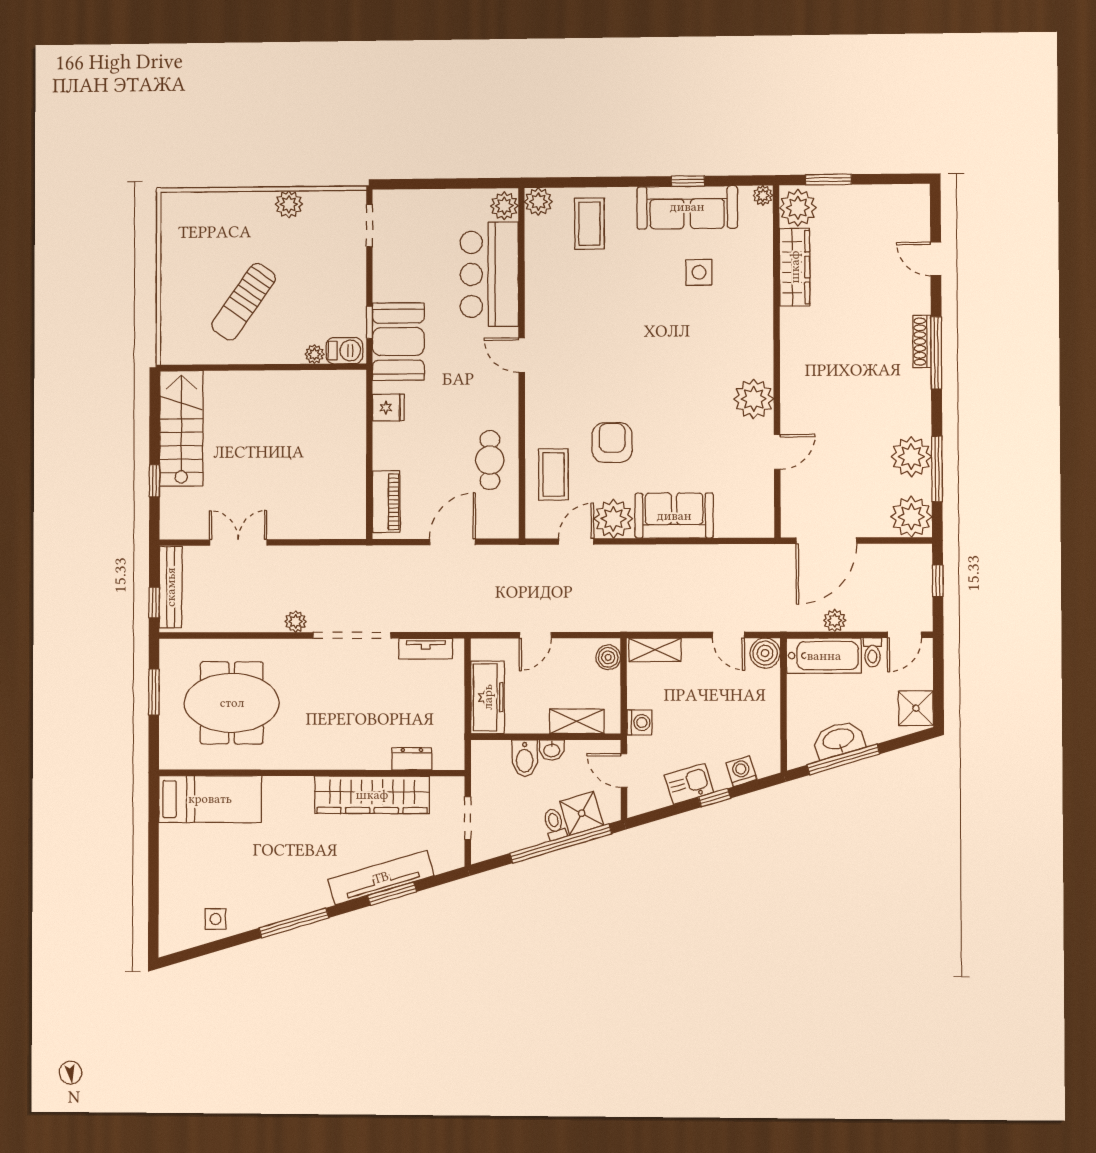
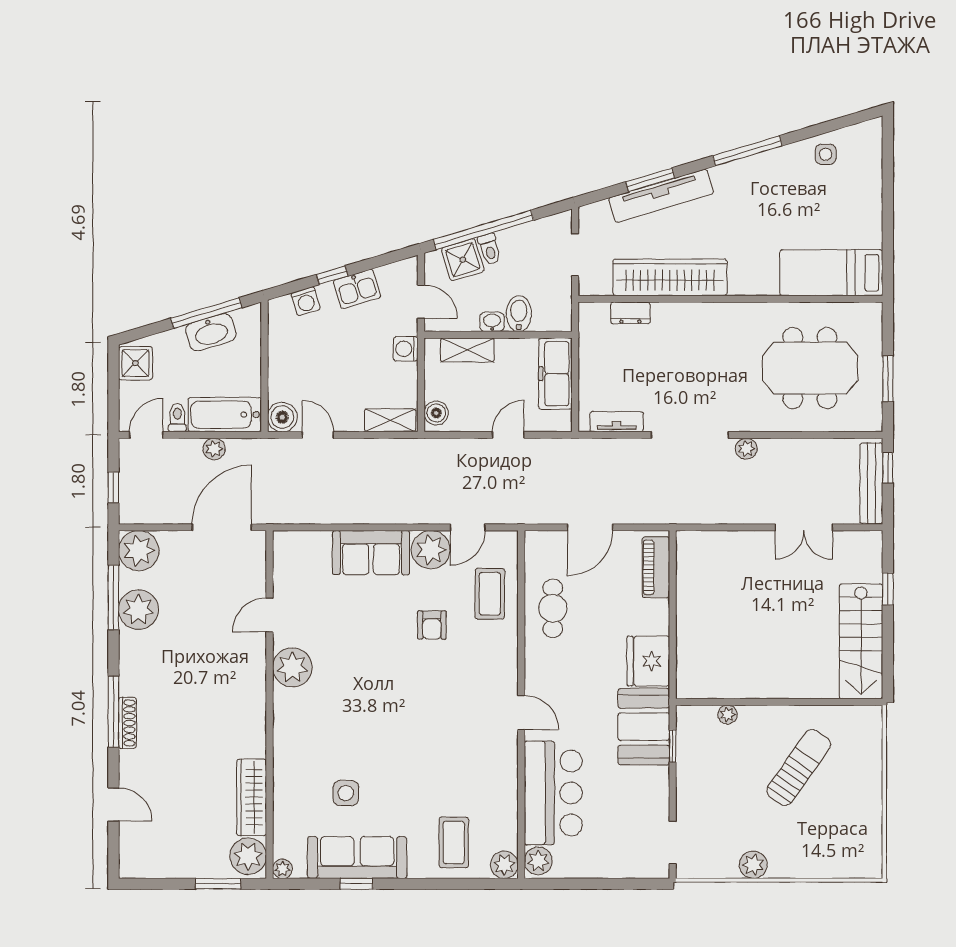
barbecue: (344, 351) -> (698, 718), removed
fridge: (388, 408) -> (648, 661), width x1.88, depth x1.34
armchair: (612, 443) -> (432, 625), width x0.72, depth x0.72

